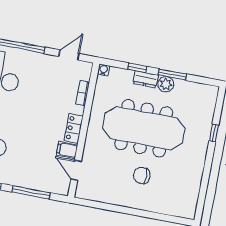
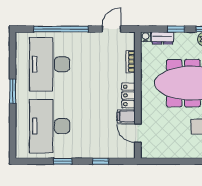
dresser: (146, 79) -> (162, 38), moved
window: (31, 192) -> (100, 161), width x0.46

